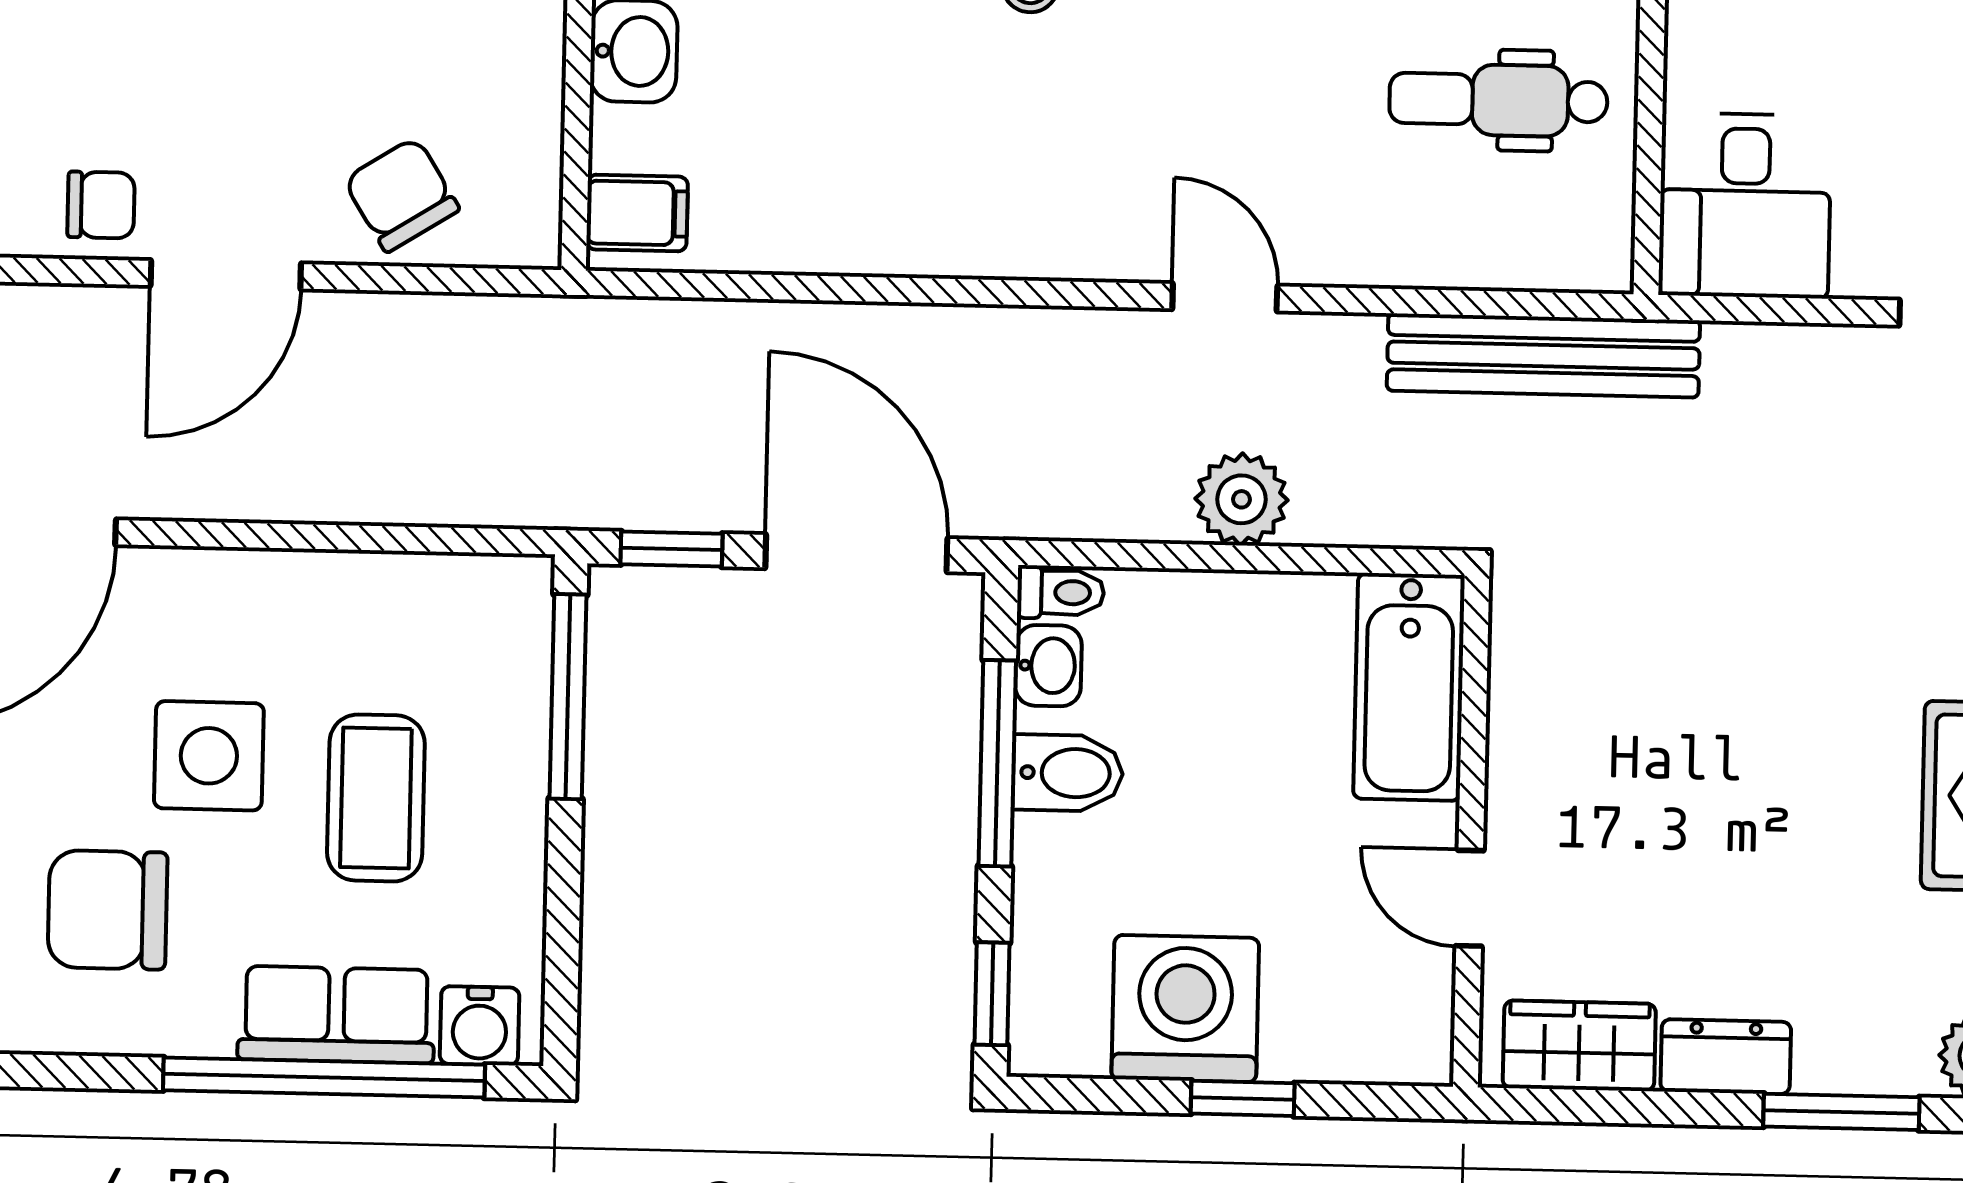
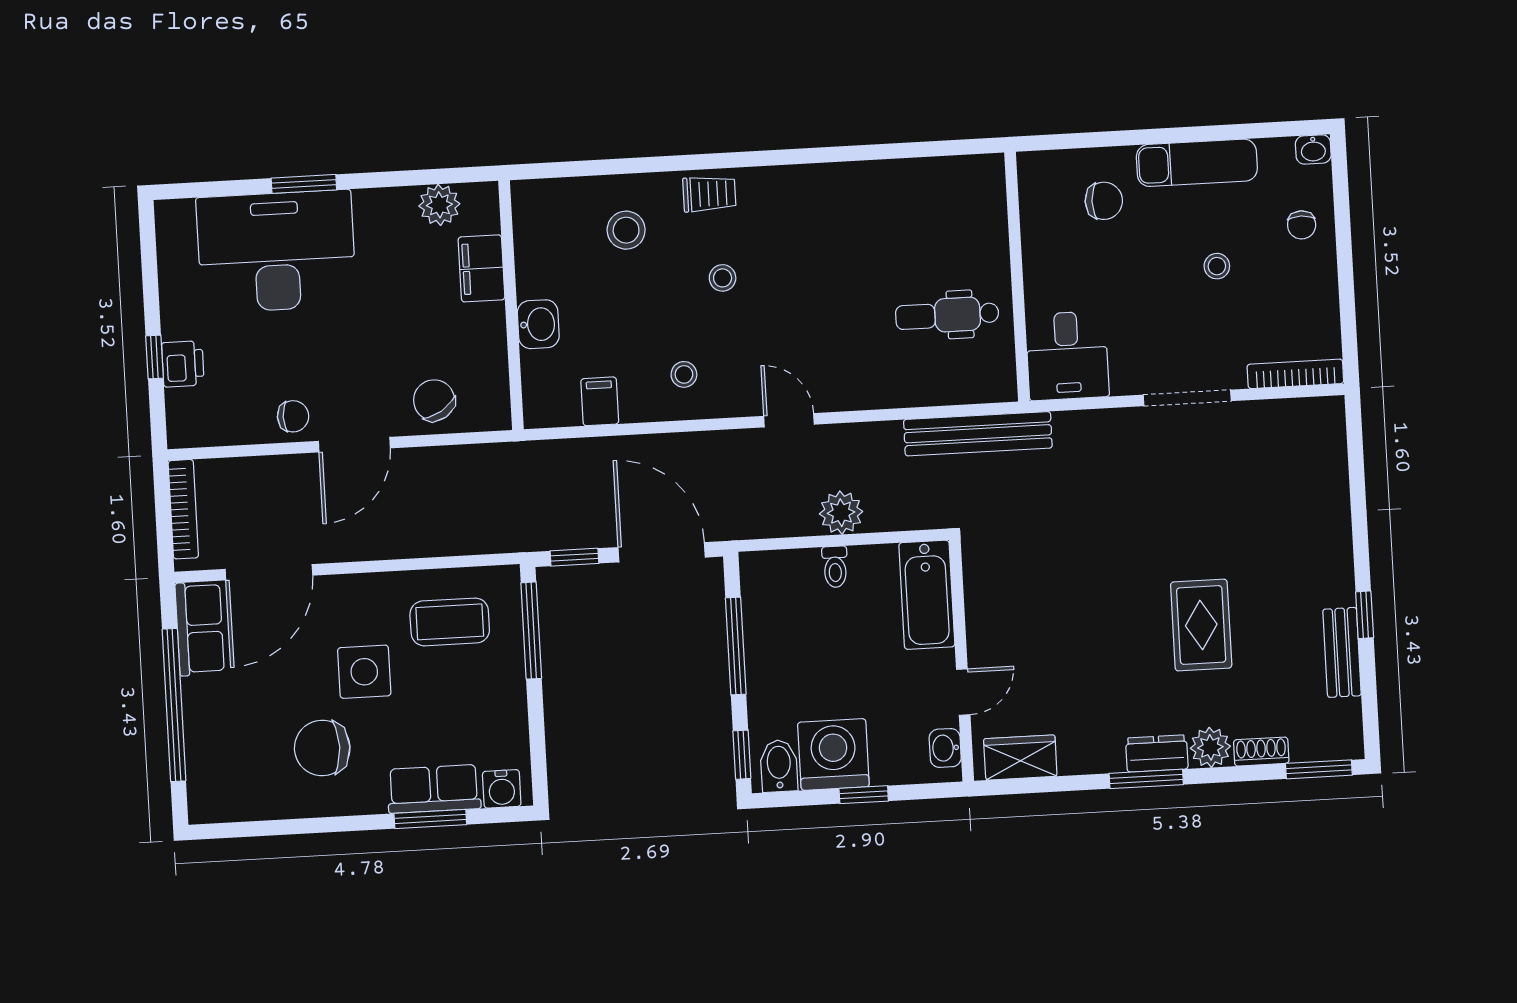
stool: (933, 182) -> (684, 374), added
filing cabinet: (637, 213) -> (600, 401), moved, turned -90
door: (1225, 297) -> (789, 420), moved
toilet: (1061, 592) -> (835, 567), moved, turned 90
washbasin: (1048, 666) -> (945, 748), moved, turned 180
bidet: (1068, 773) -> (779, 766), moved, turned -90
coffee table: (376, 798) -> (450, 622), moved, turned 90
door: (1470, 898) -> (963, 692), swing flipped
dresser: (1726, 1057) -> (1157, 753), moved
window: (324, 1077) -> (430, 819), width x0.47

